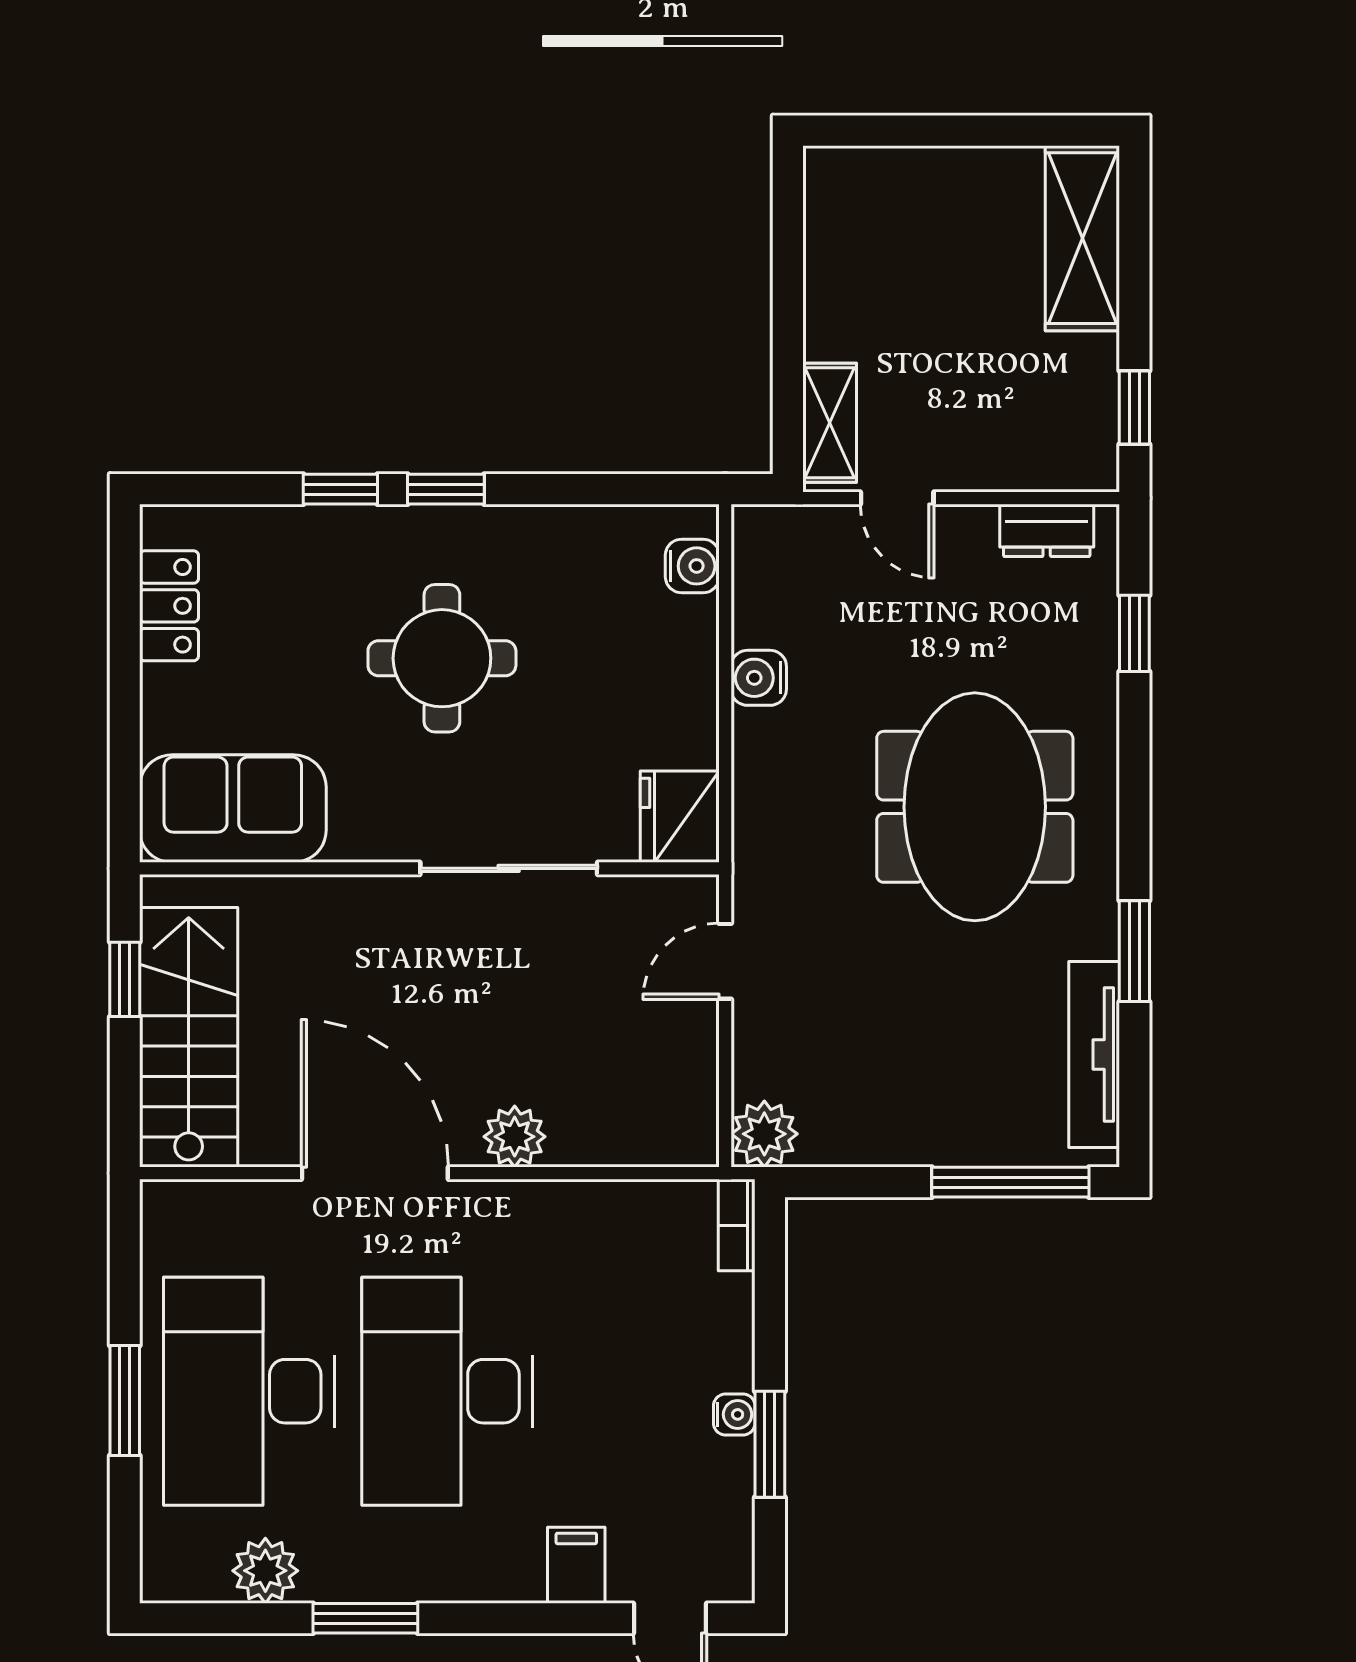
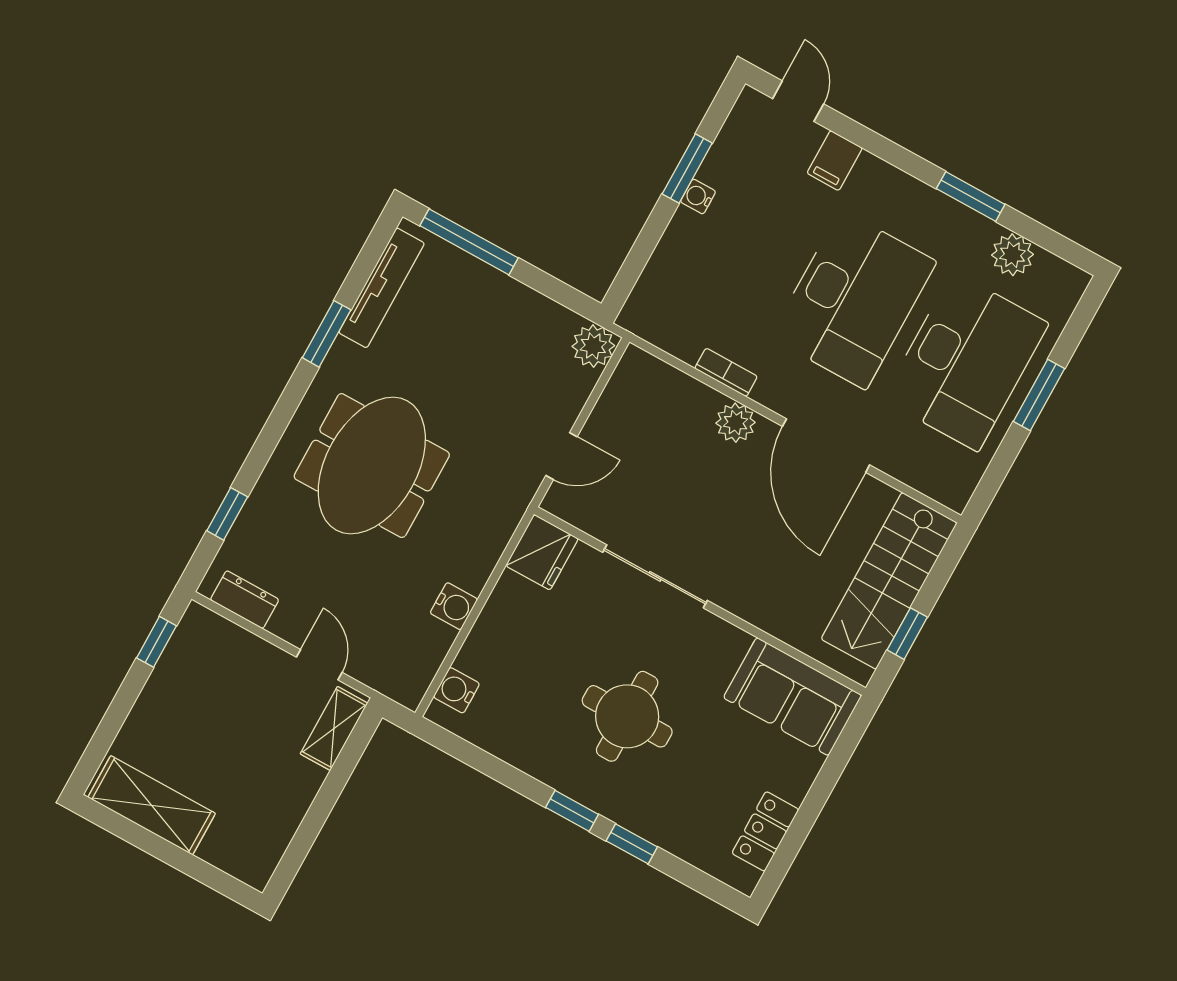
shelving: (1082, 238) -> (152, 805), moved, turned 90
bookcase: (737, 1225) -> (726, 372), moved, turned -90

